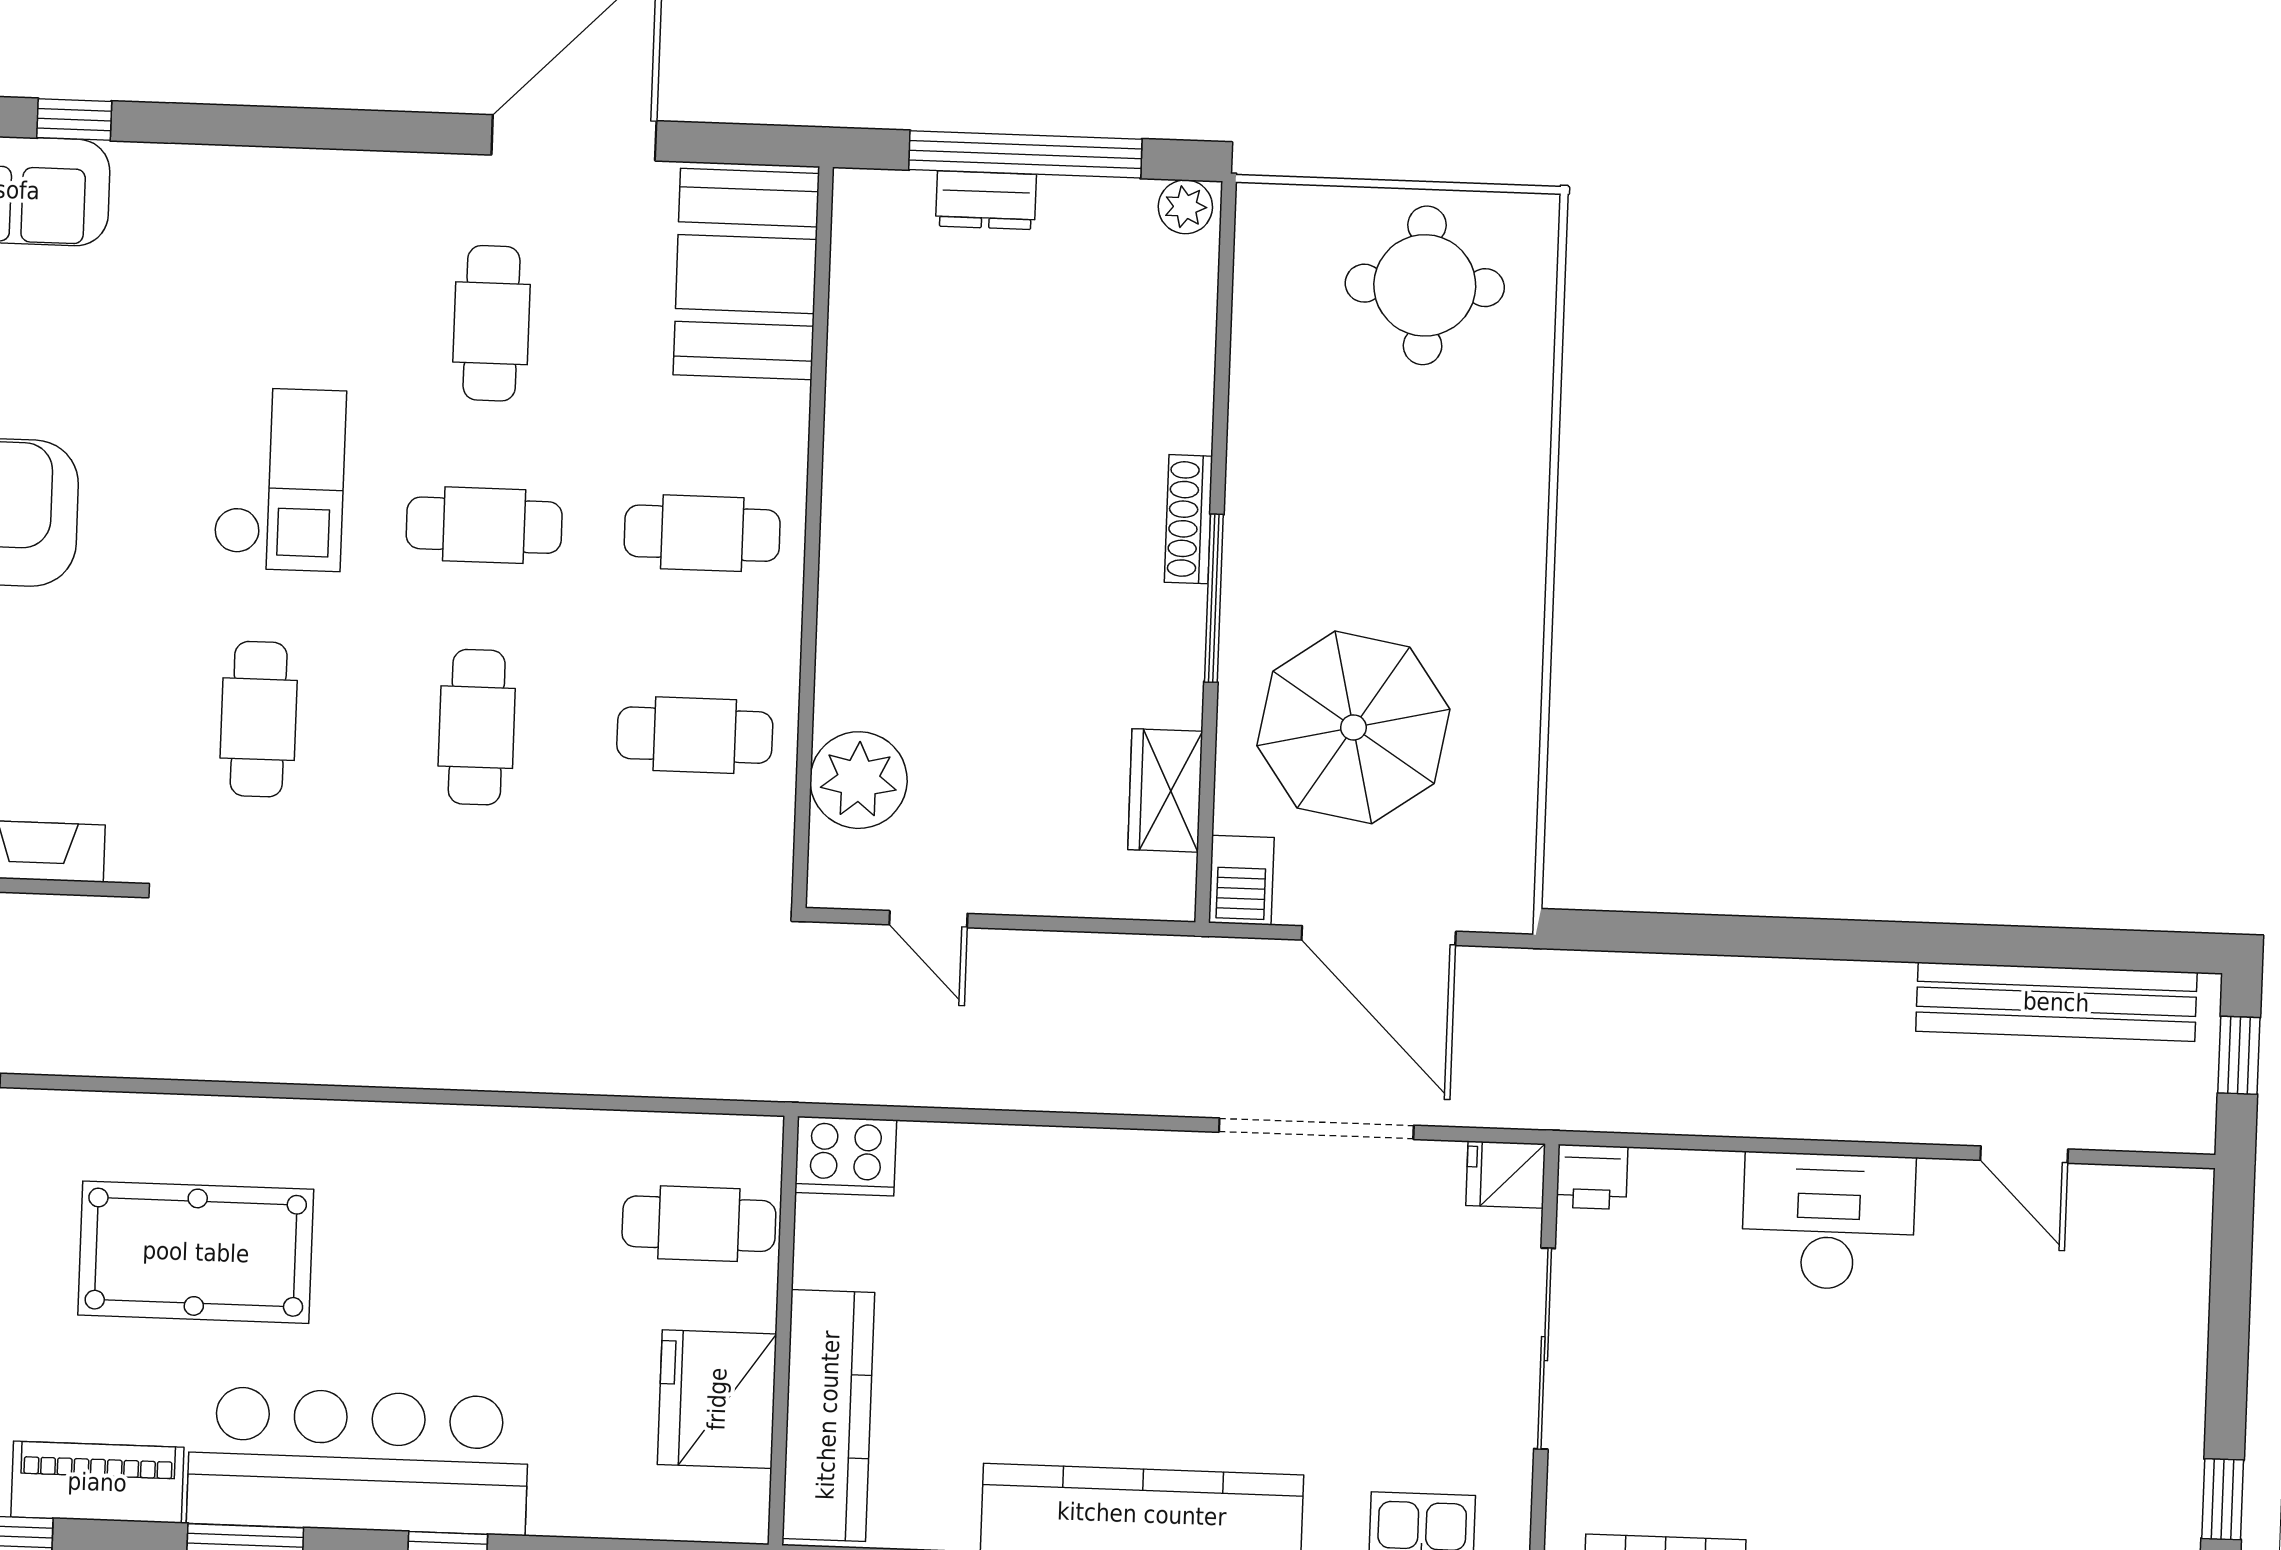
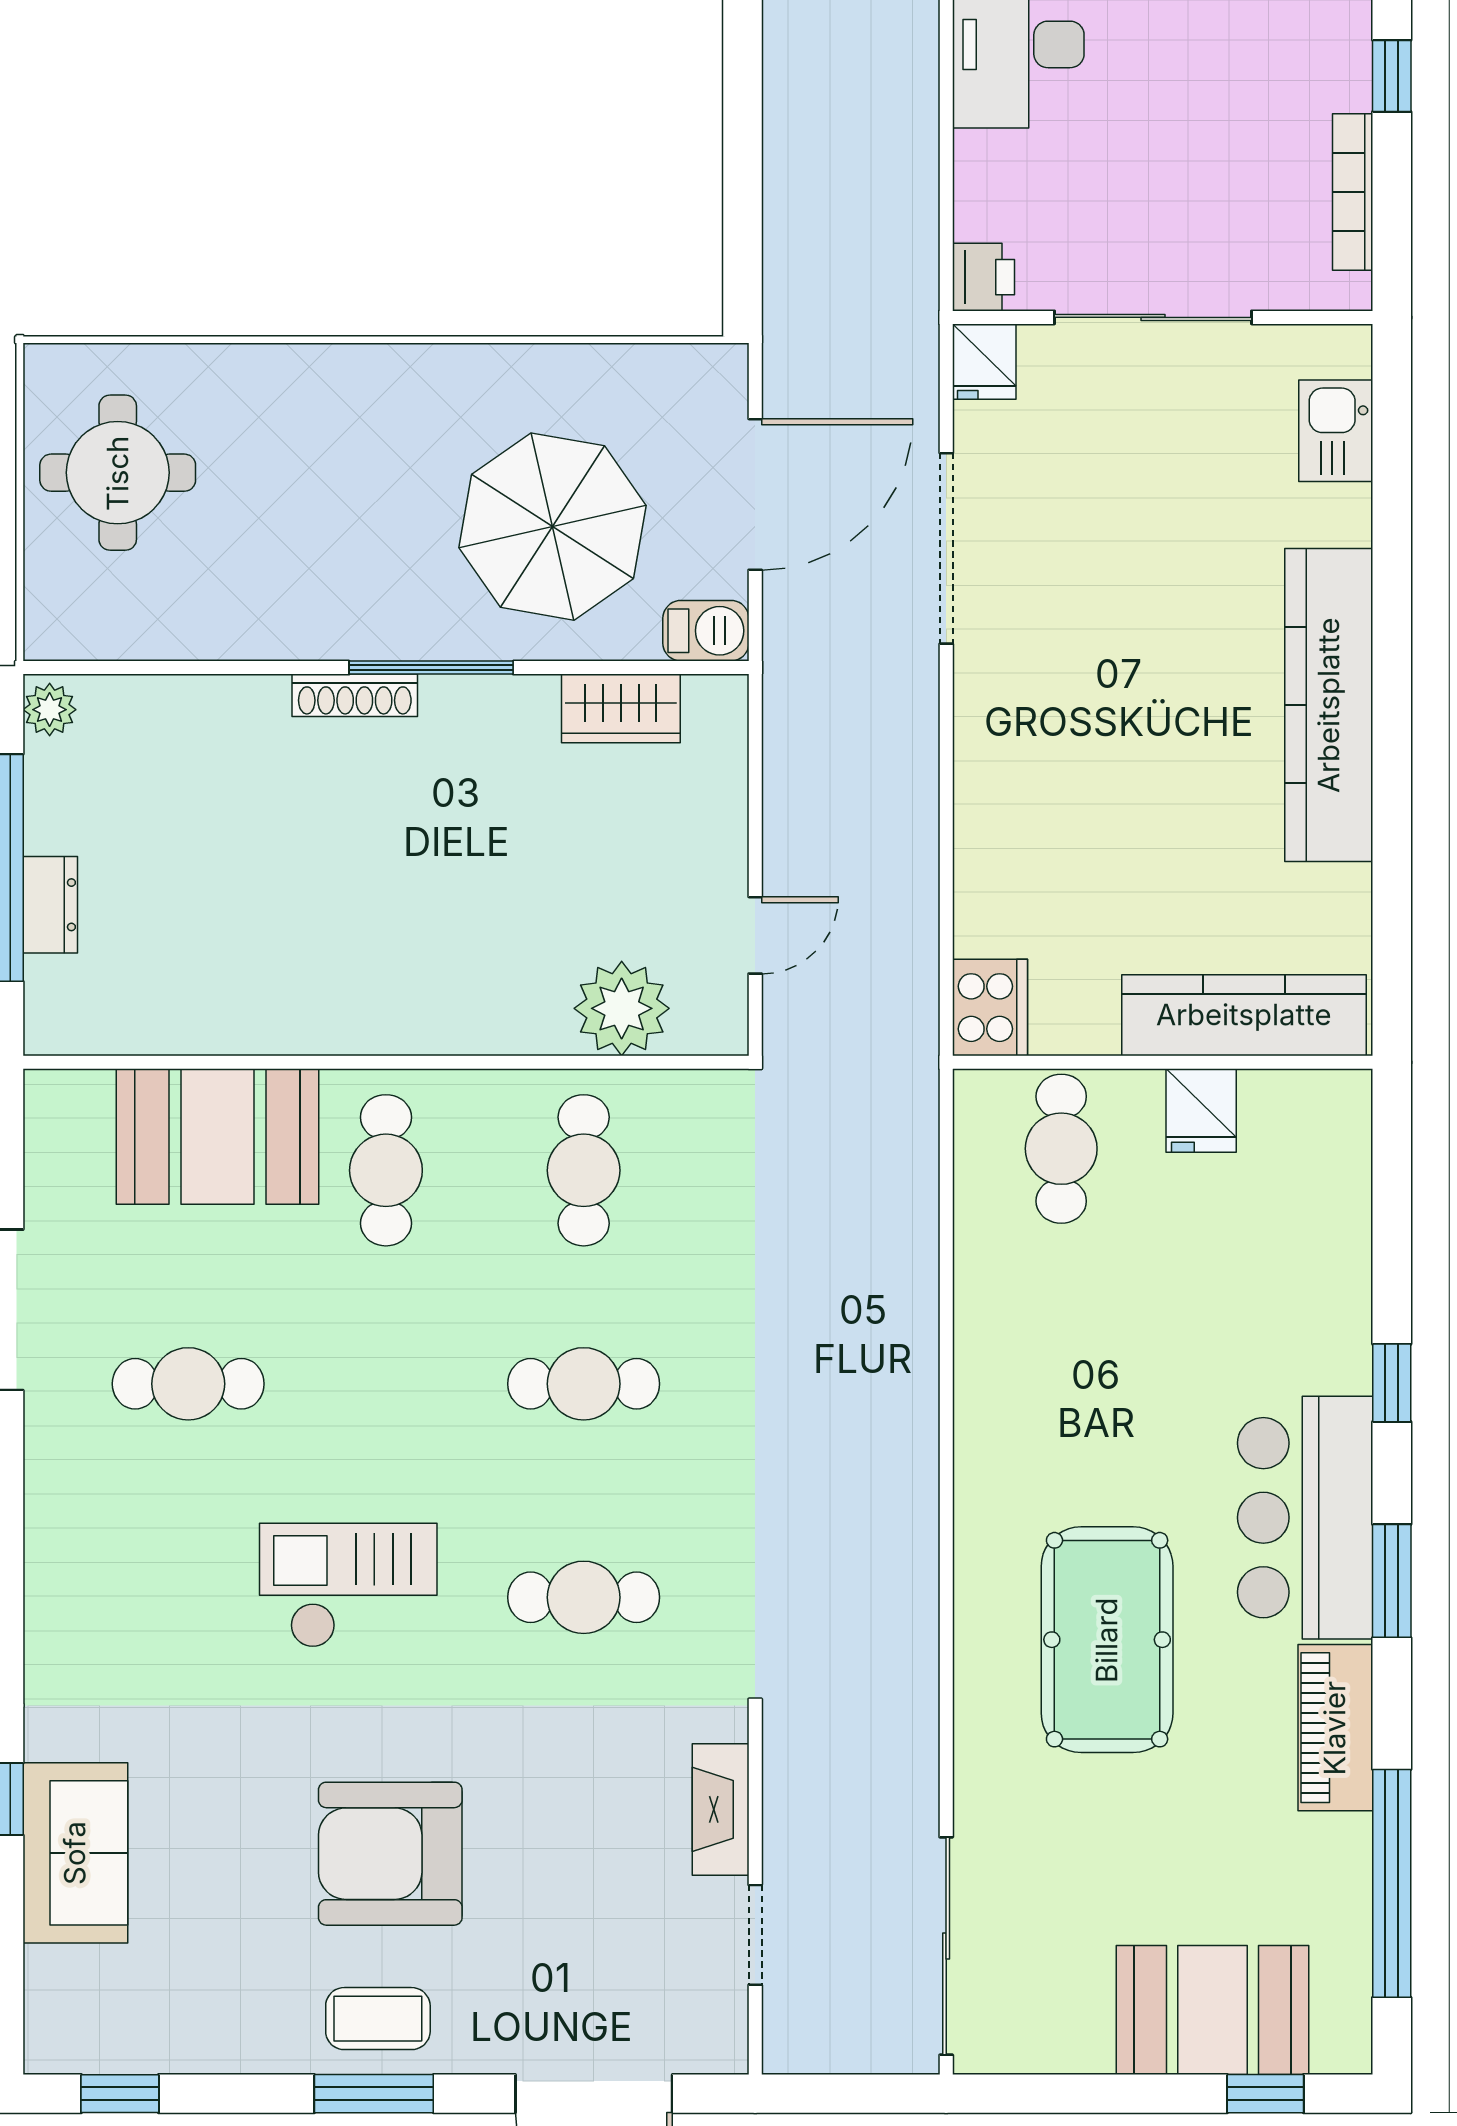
booth: (746, 274) -> (218, 1137), moved
cafe table: (484, 525) -> (386, 1384), removed
fridge: (717, 1399) -> (1201, 1110), width x0.53, depth x0.75
bar counter: (358, 1461) -> (1305, 1518), width x0.73

